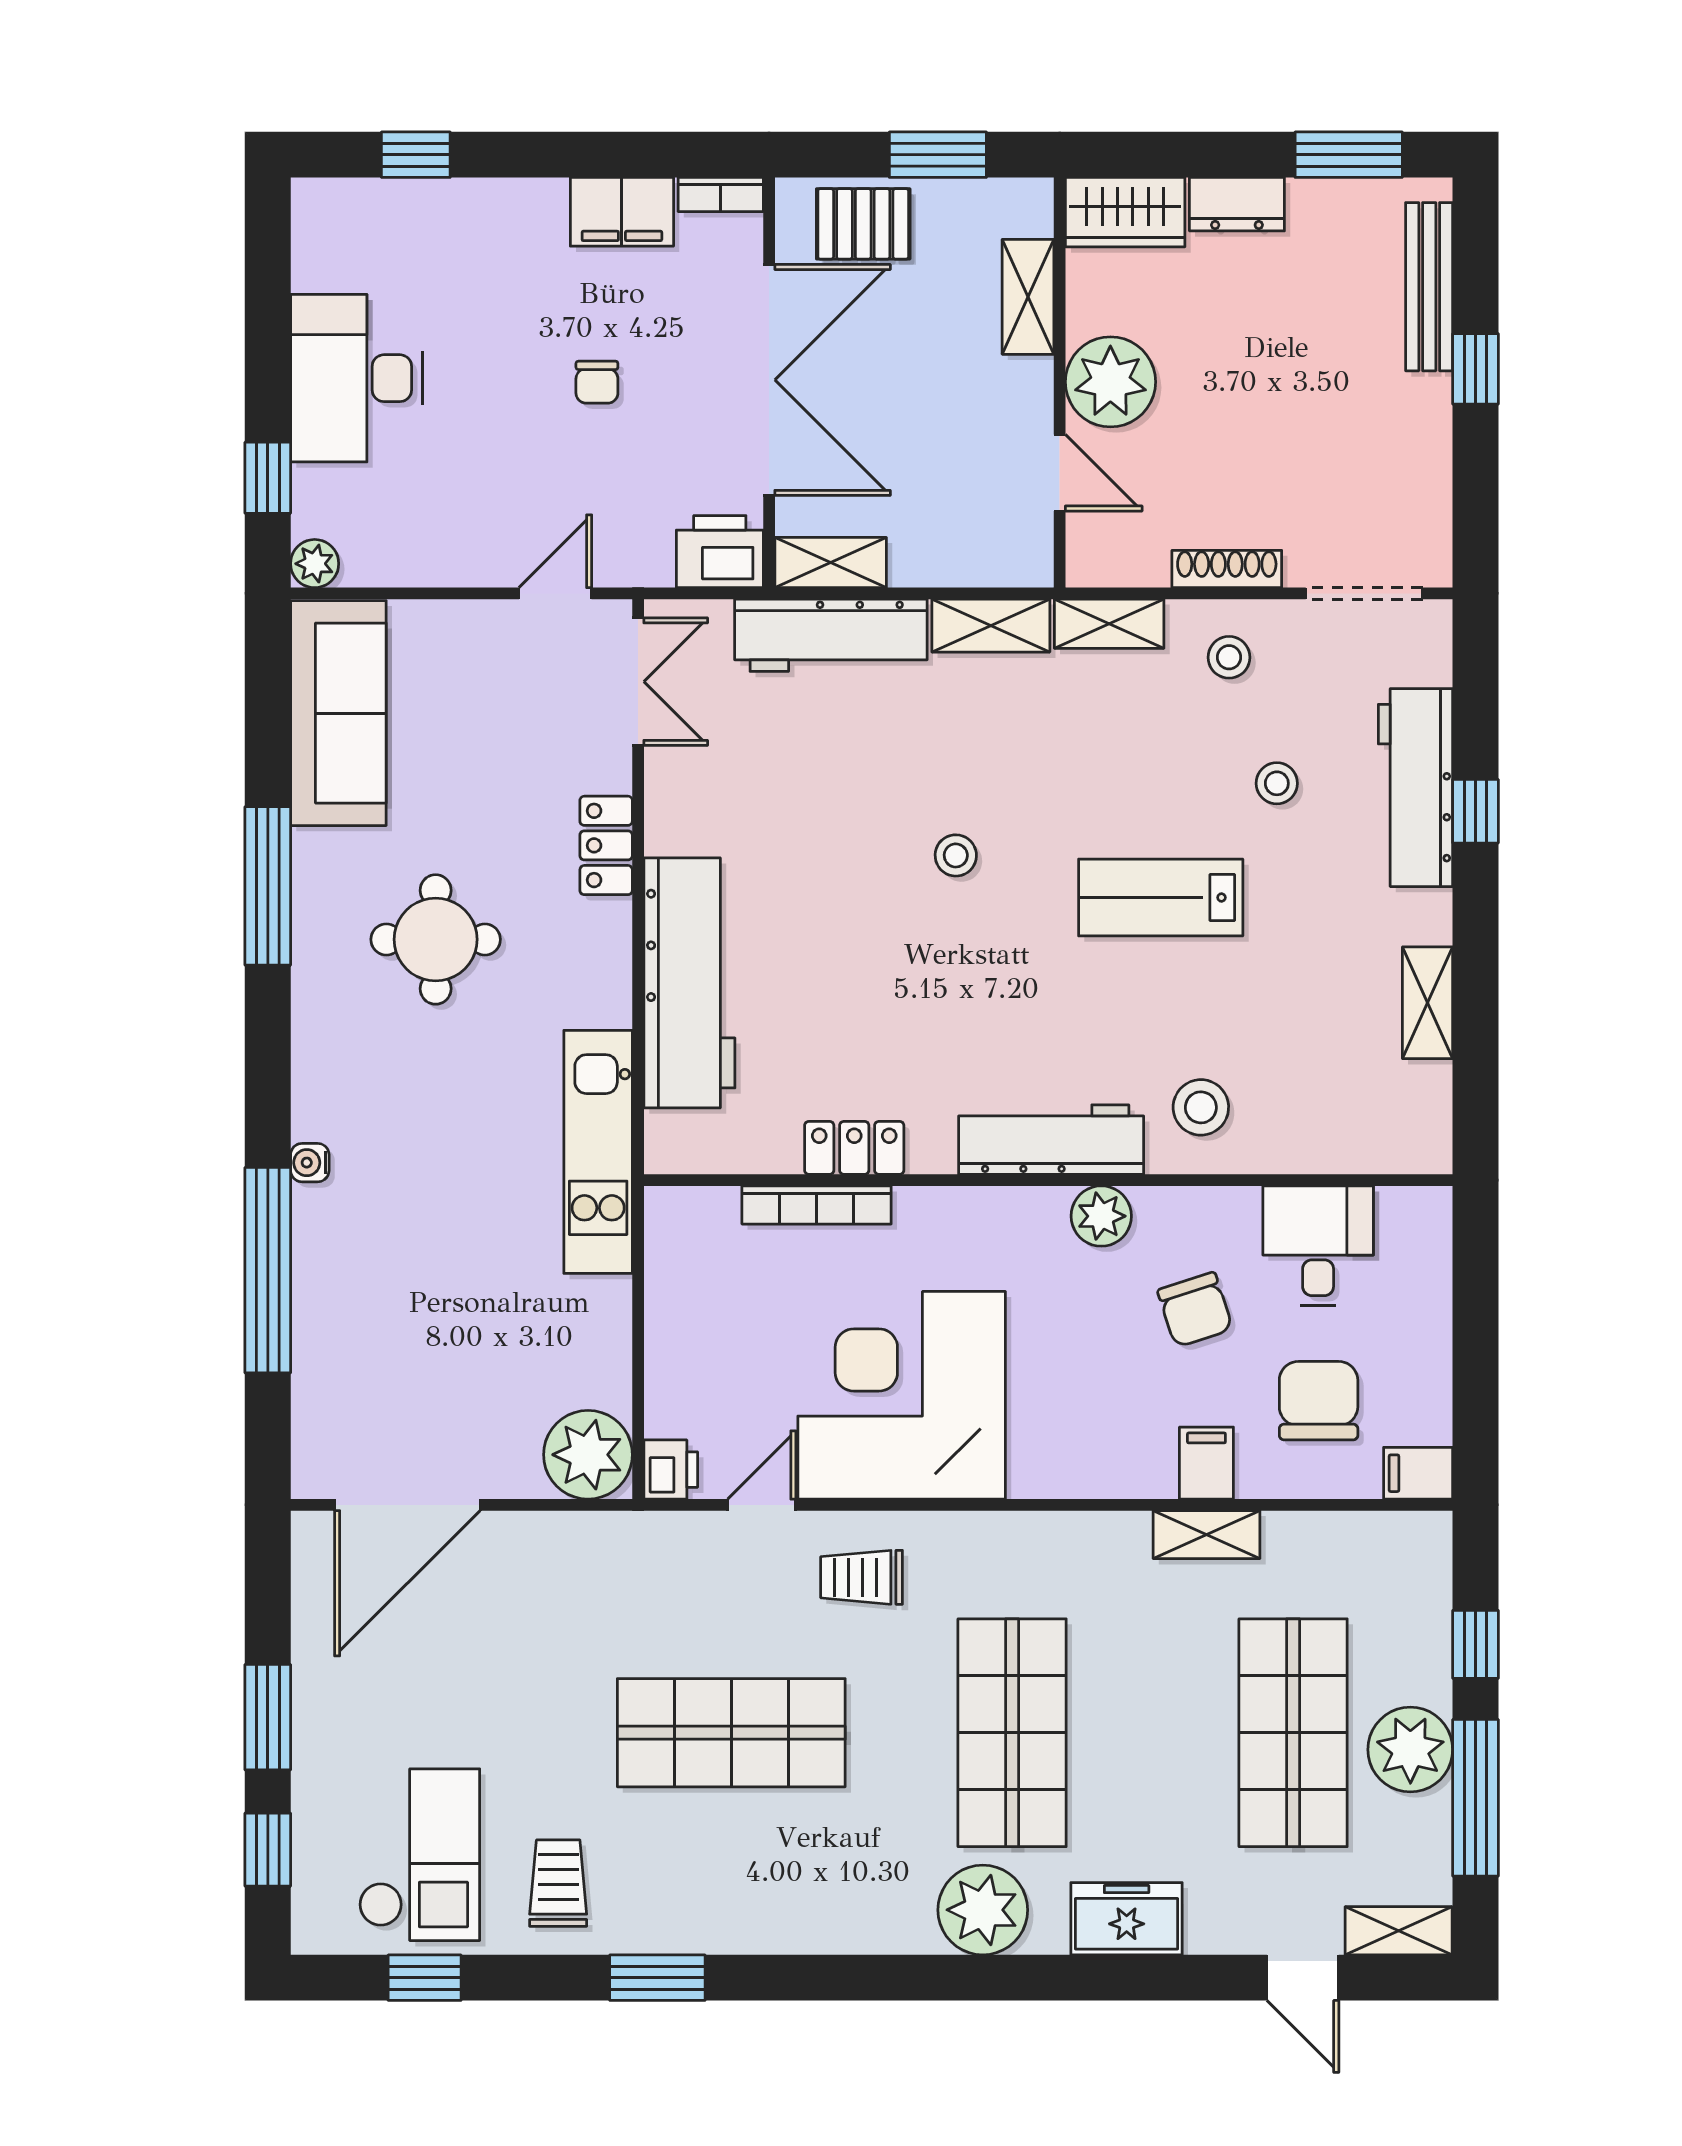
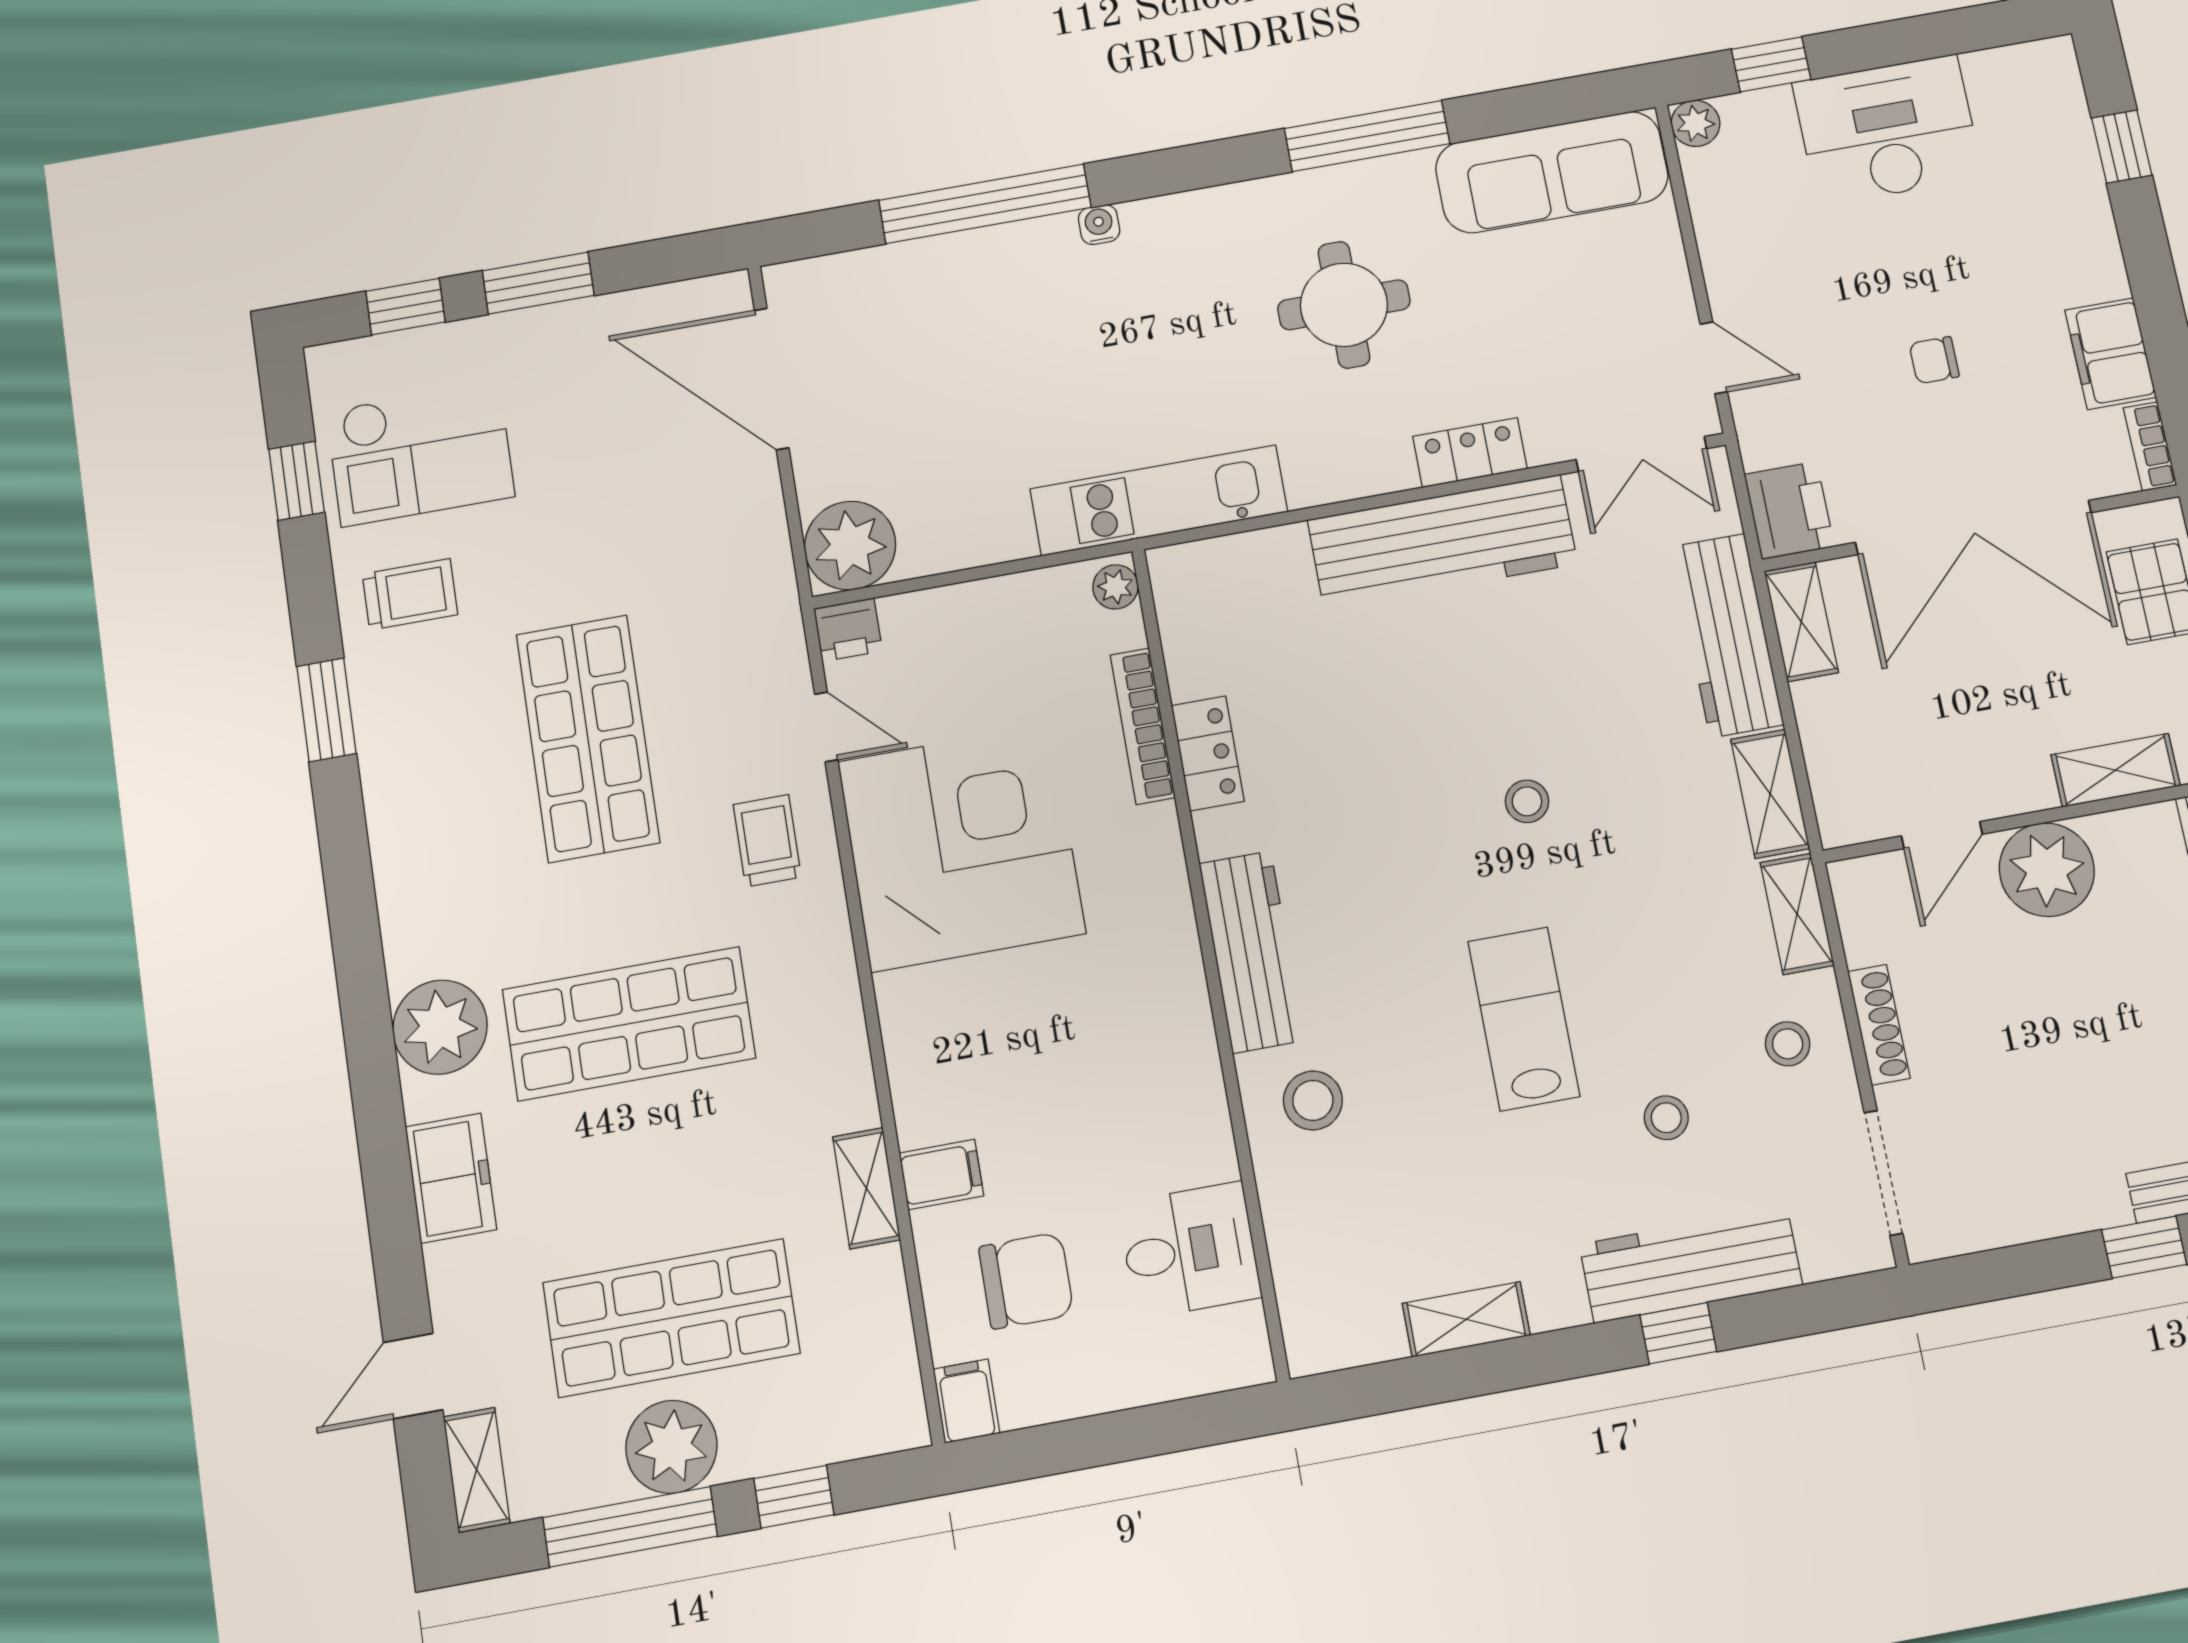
workbench: (689, 983) -> (1442, 542), moved
plant: (1101, 1216) -> (1115, 587), moved, width x0.73, depth x0.73
chair: (1195, 1310) -> (1100, 1133), removed

